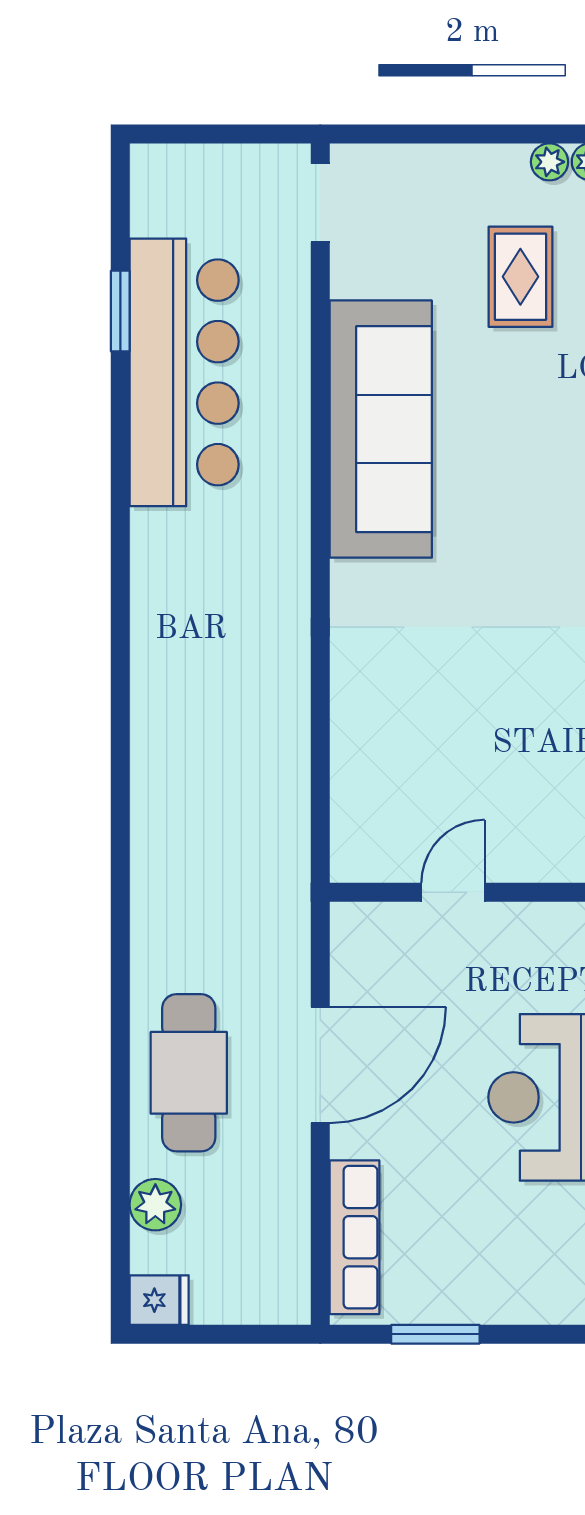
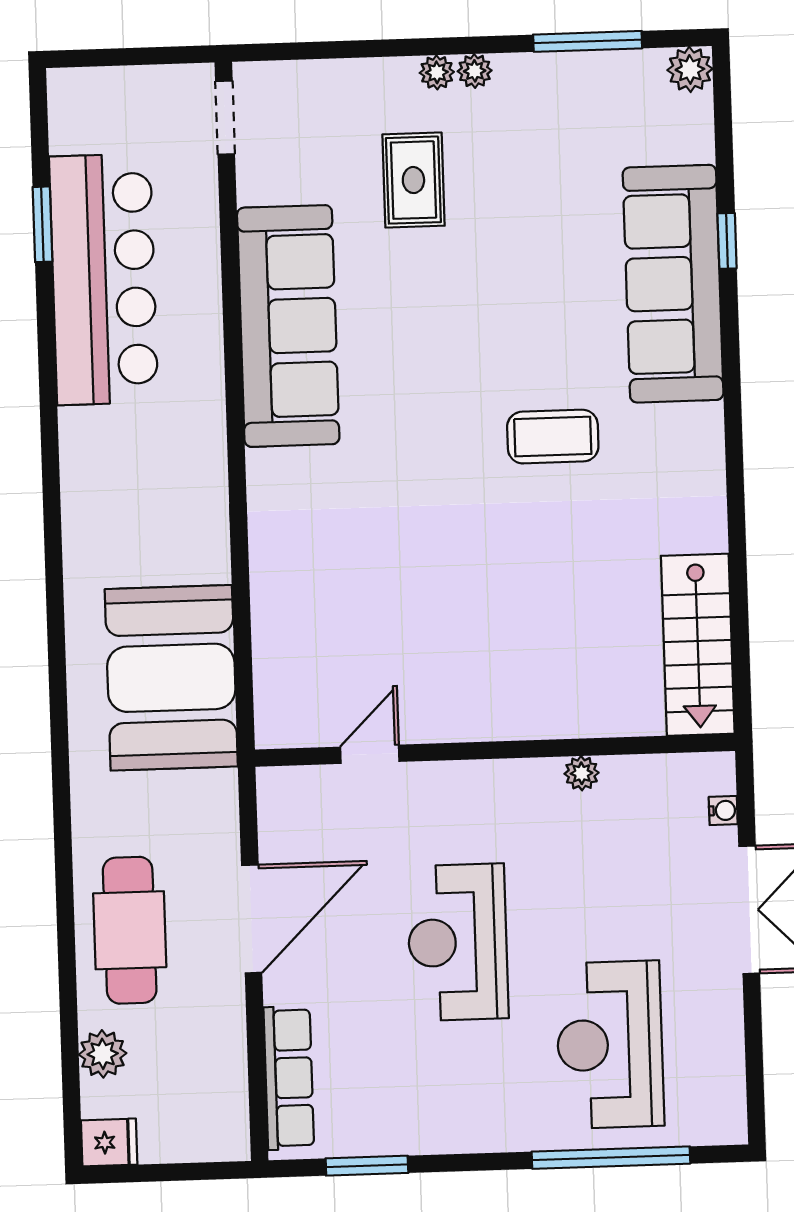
booth: (243, 803) -> (171, 678), added

